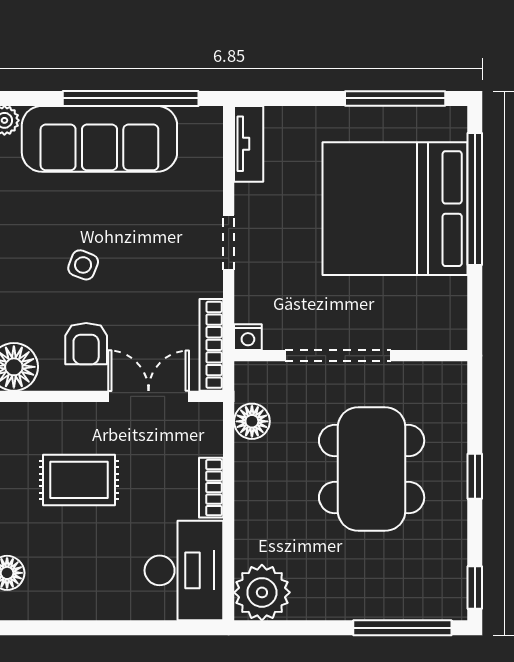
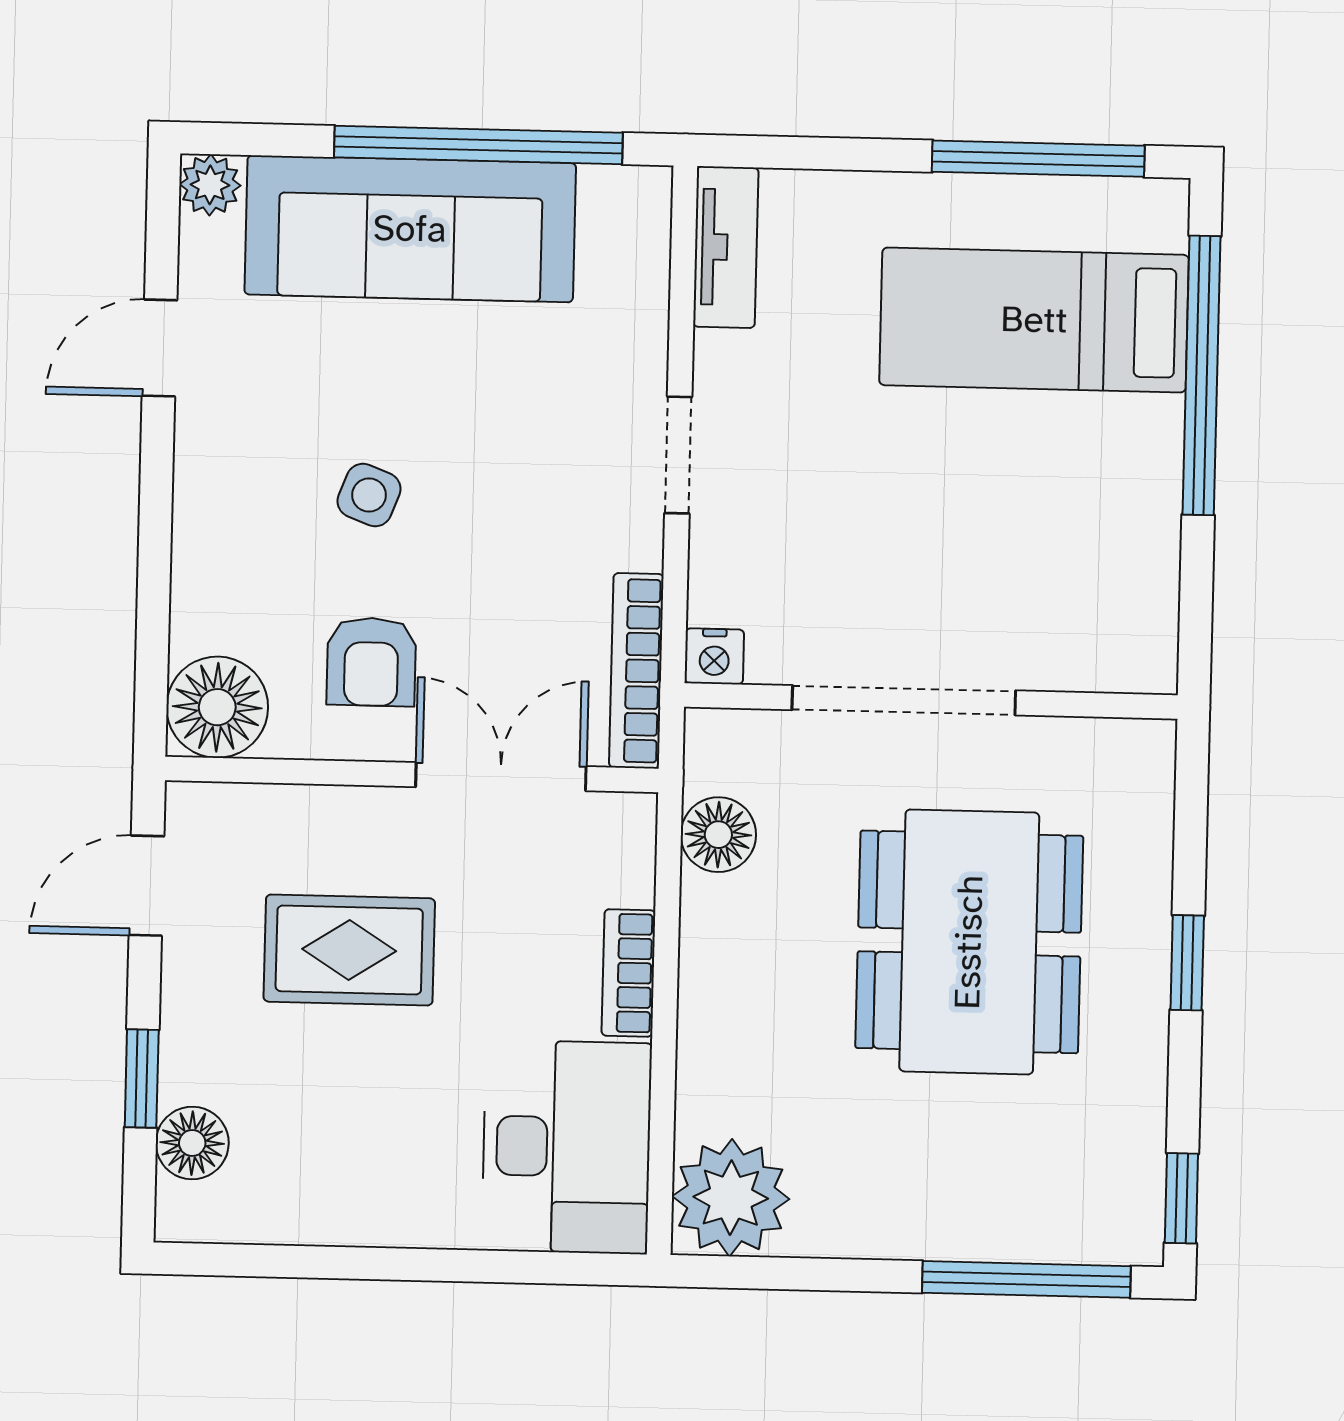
bed: (395, 209) -> (1034, 320), width x0.49

